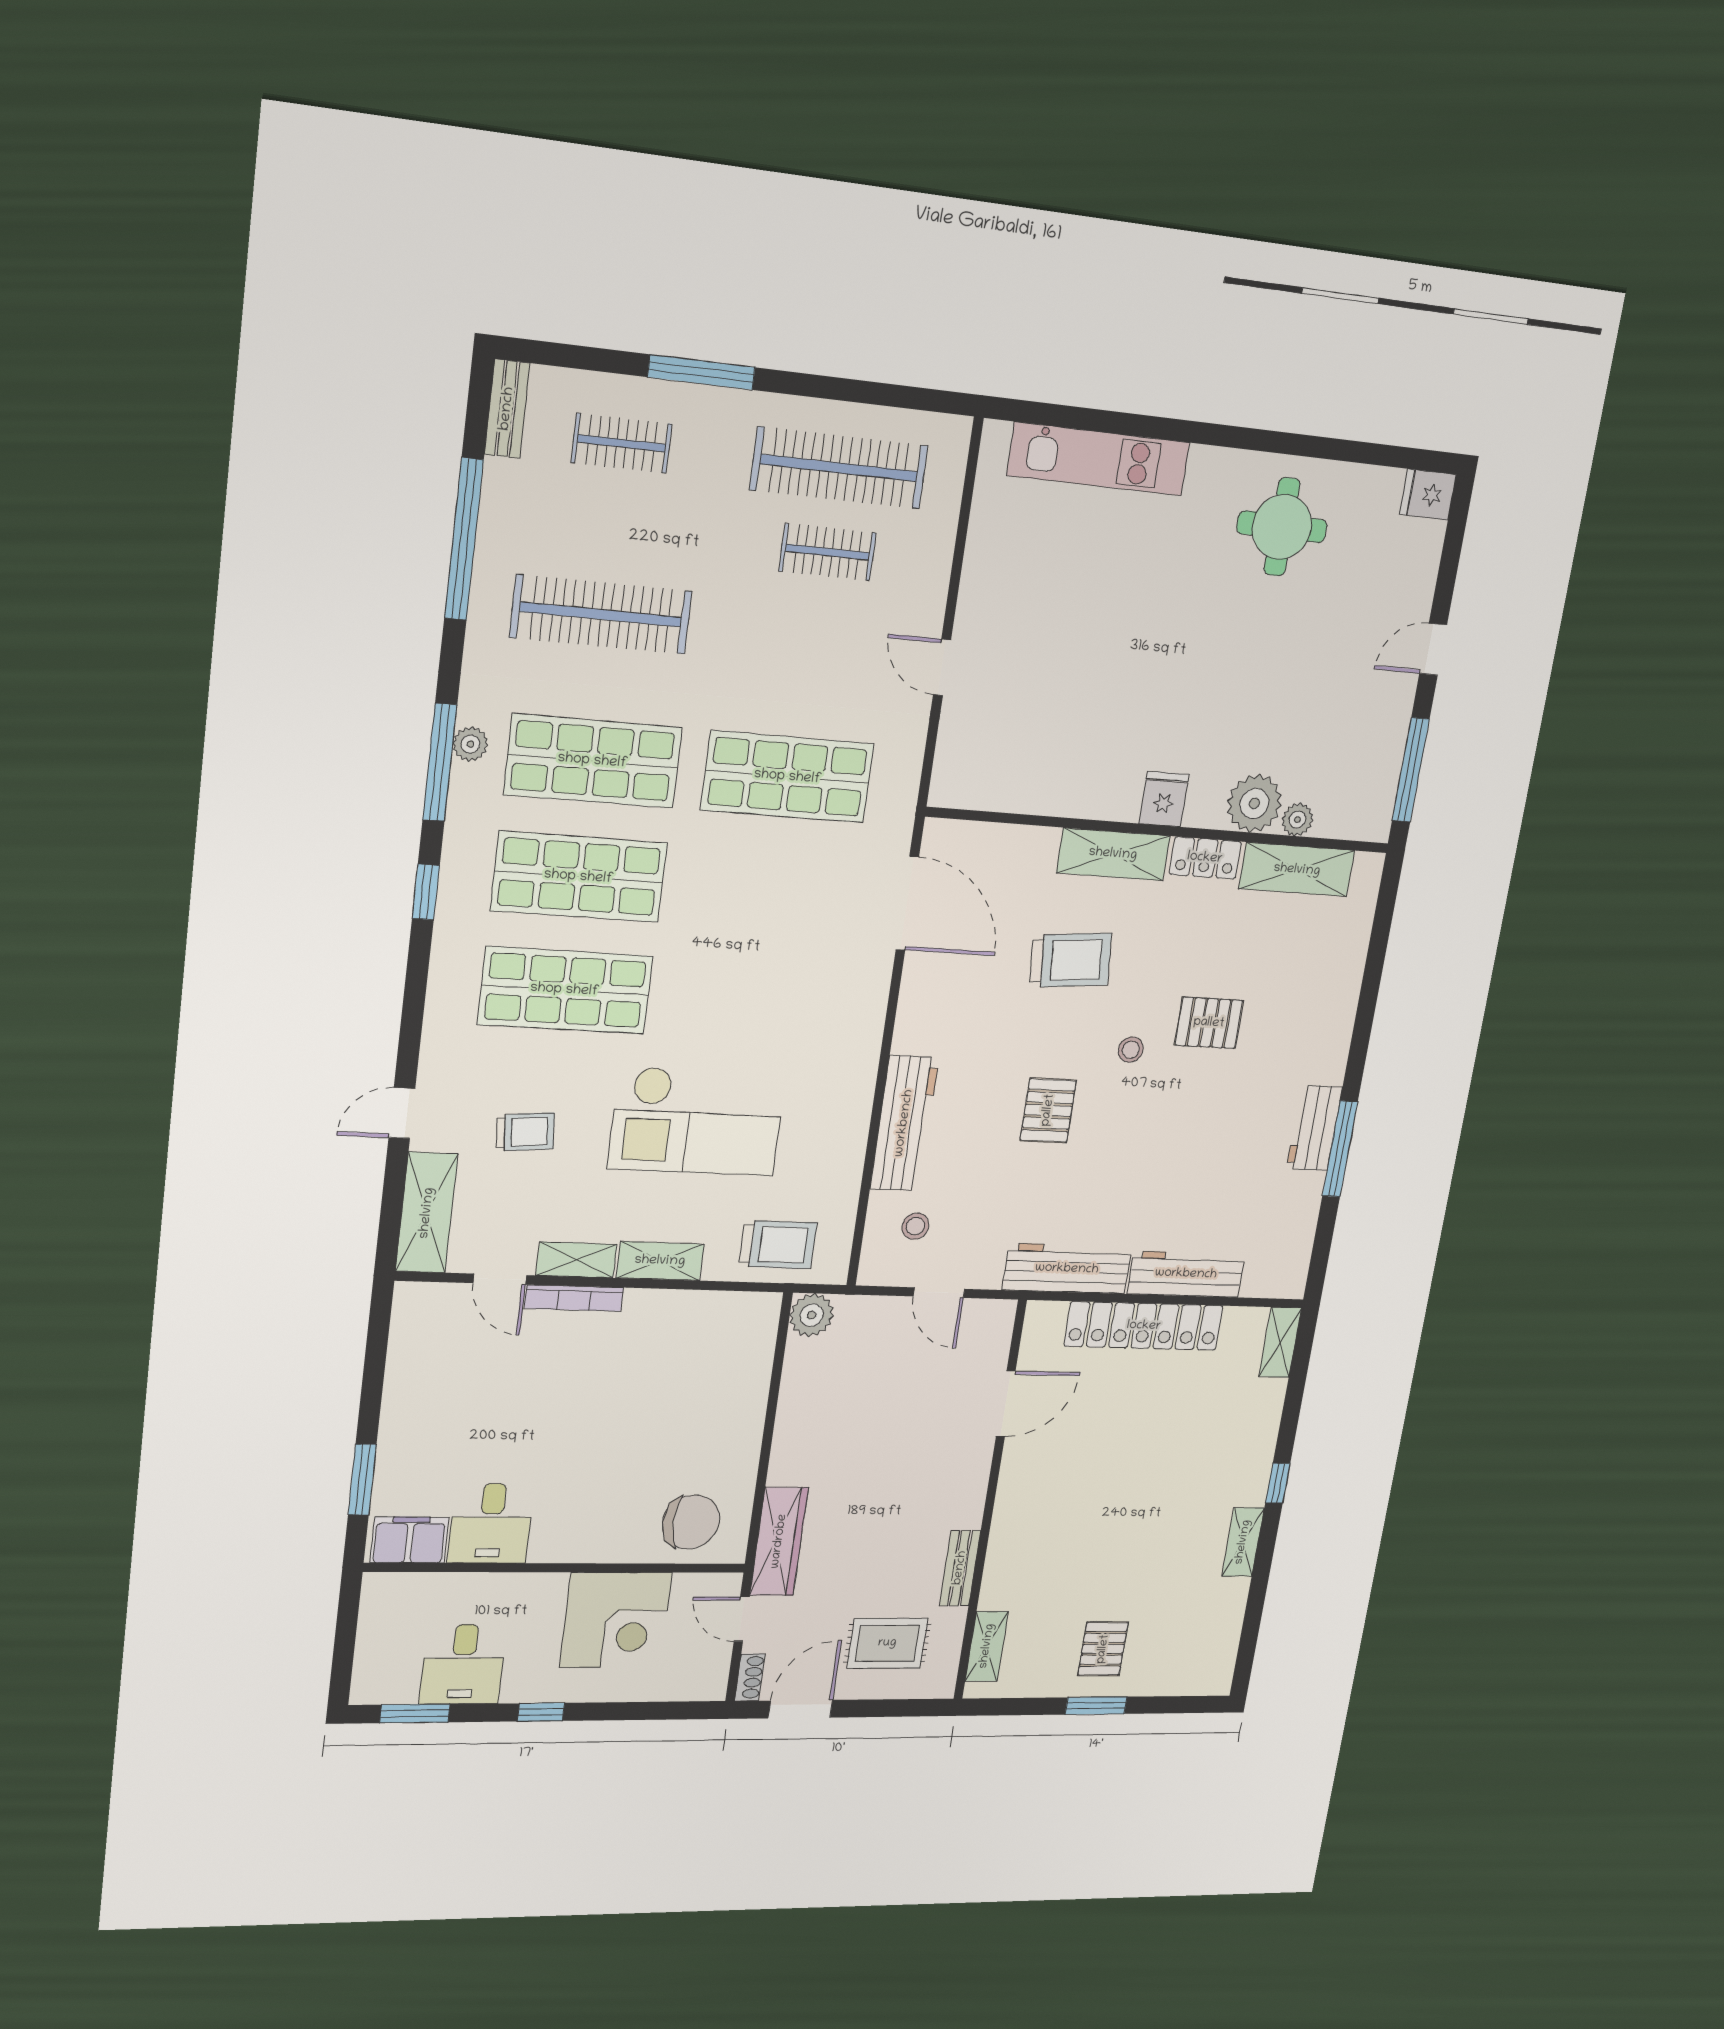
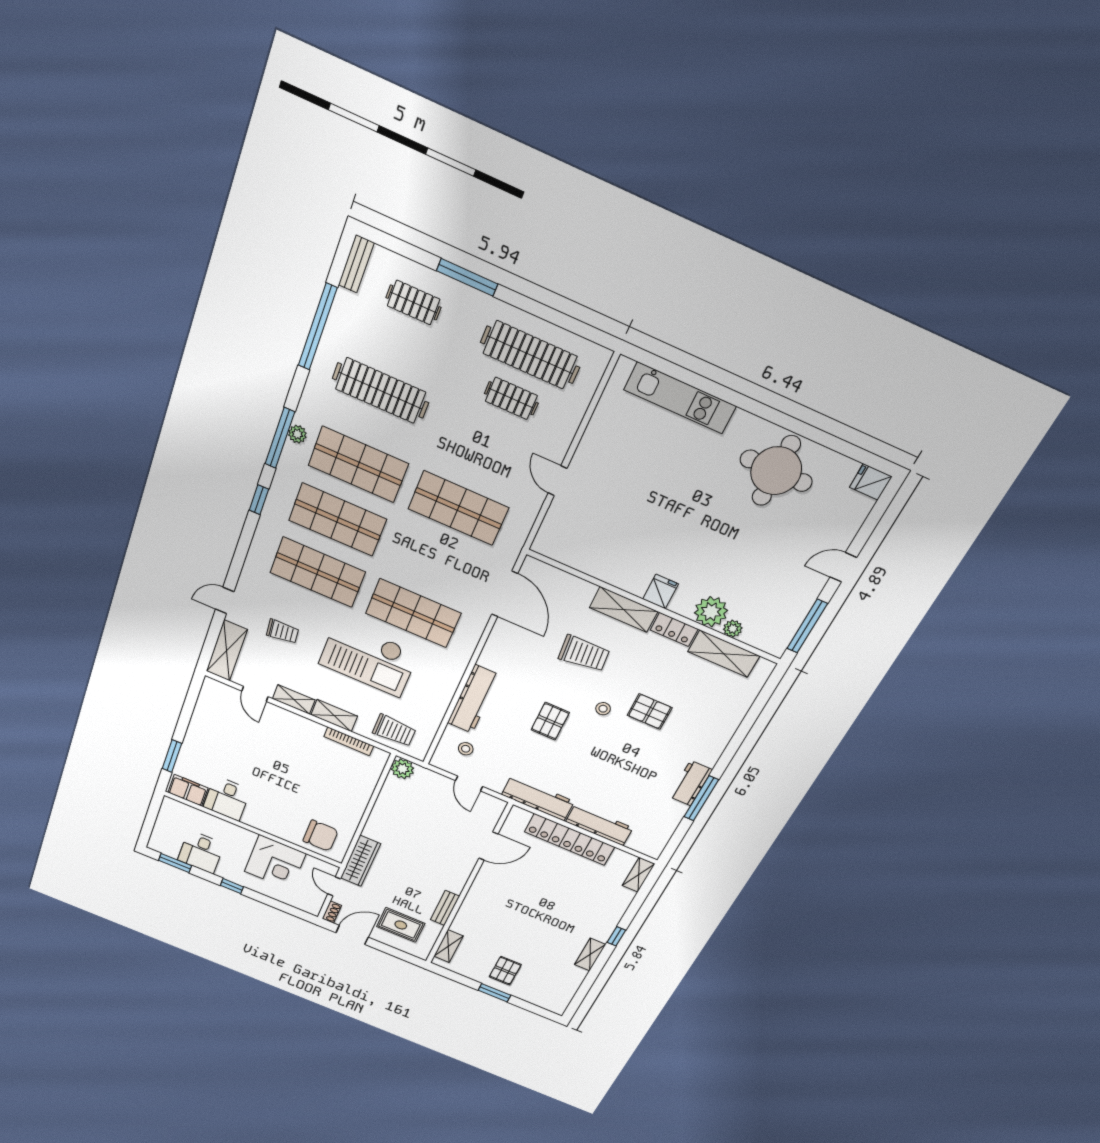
round table: (1282, 527) -> (776, 471), width x1.36, depth x1.36
shop shelf: (757, 1002) -> (413, 613), added
bookcase: (574, 1298) -> (349, 741), moved

